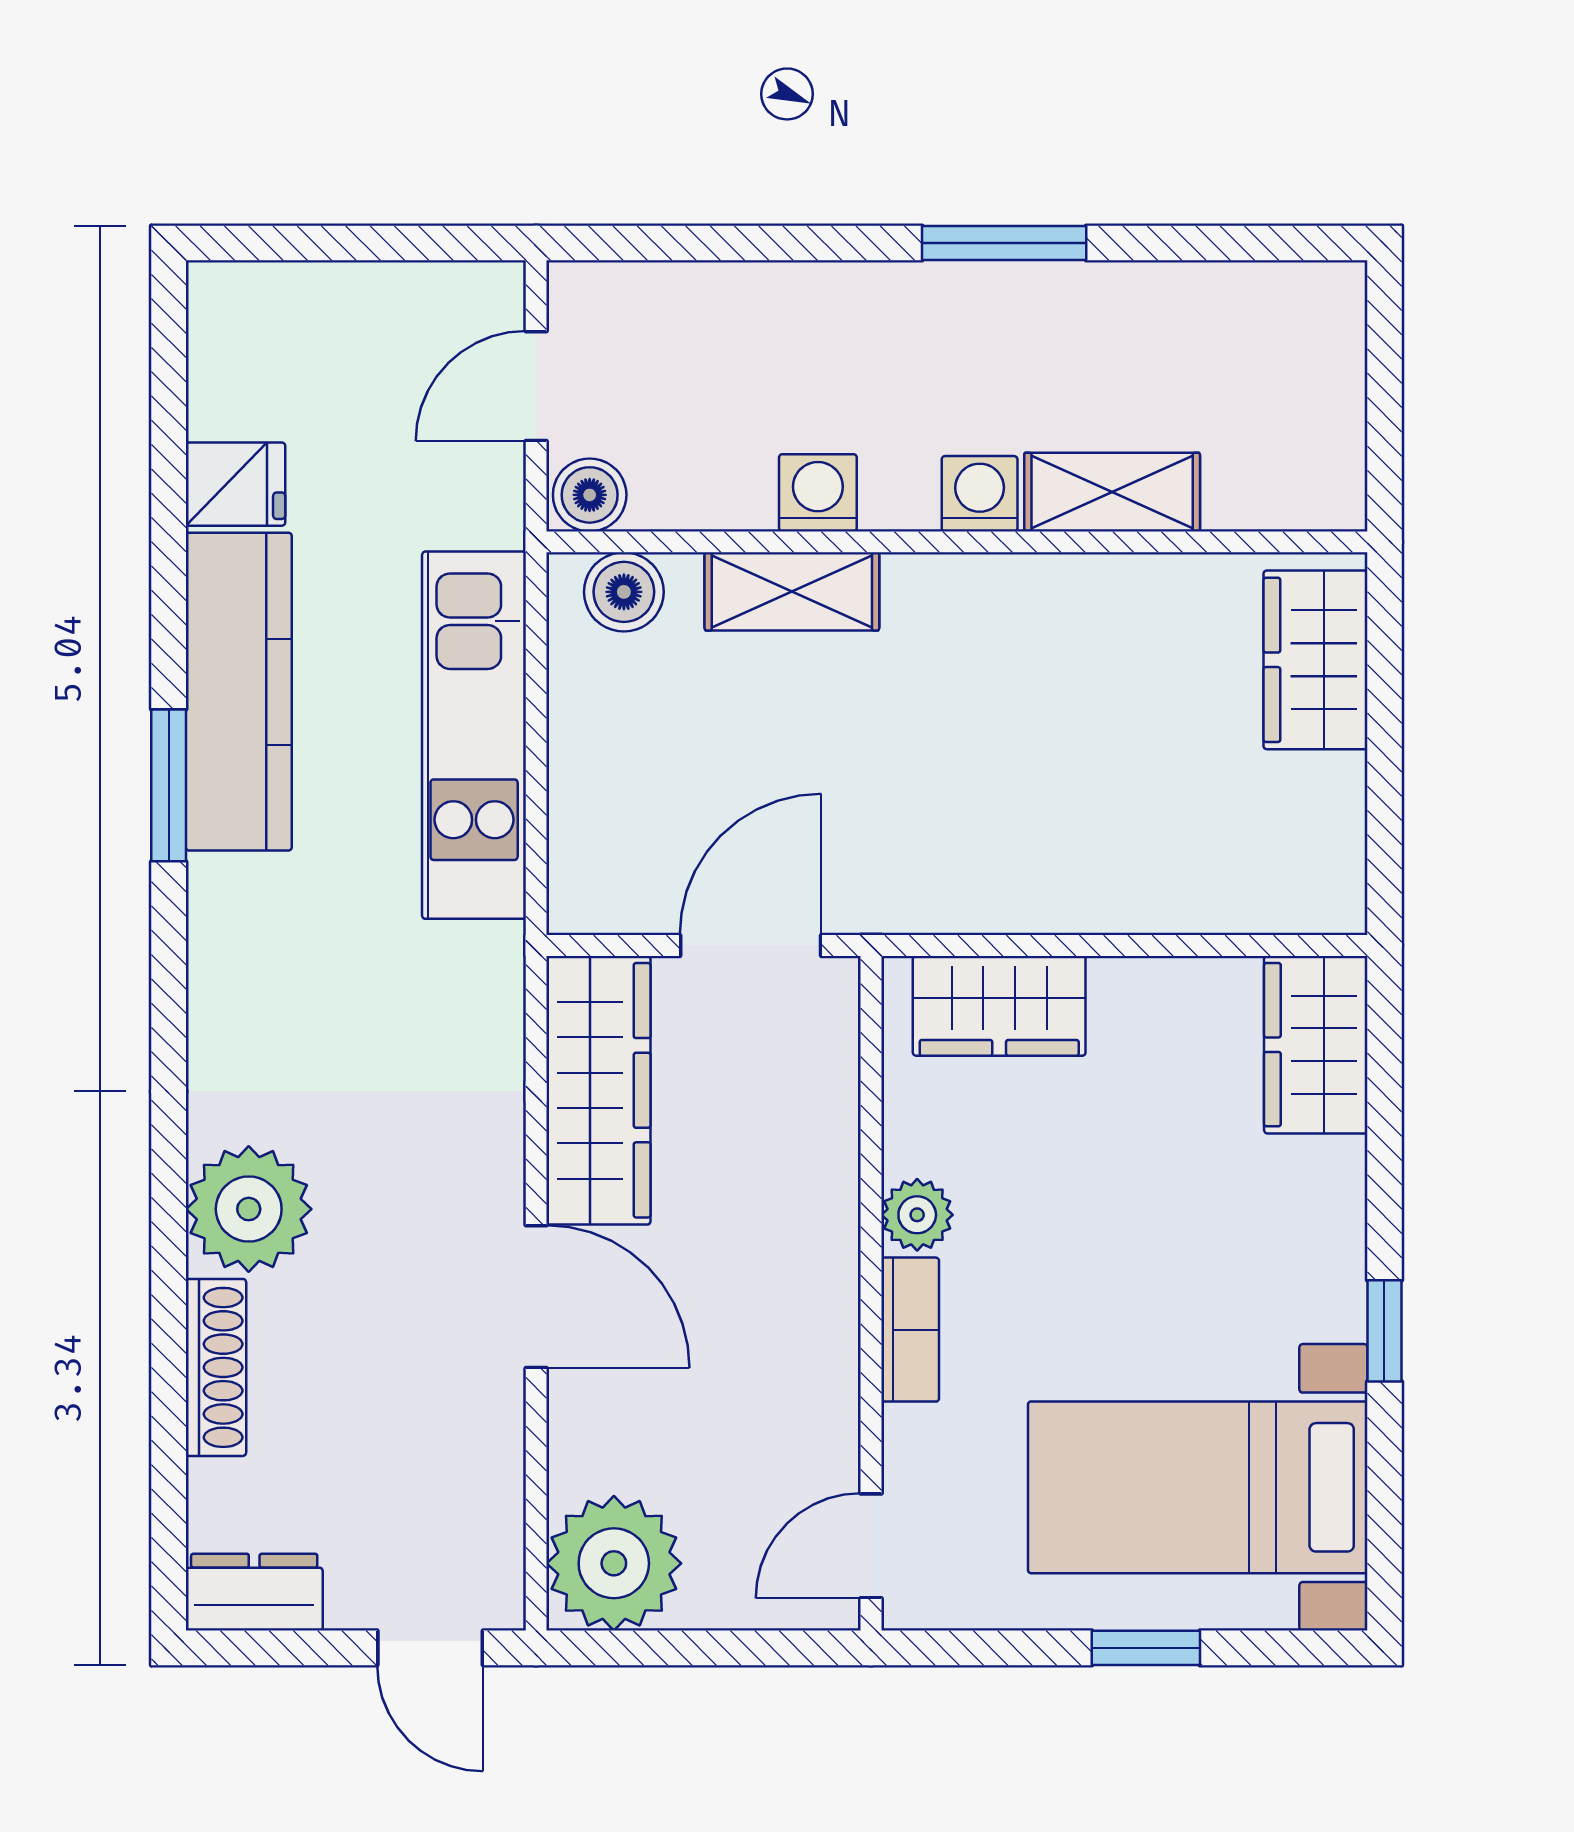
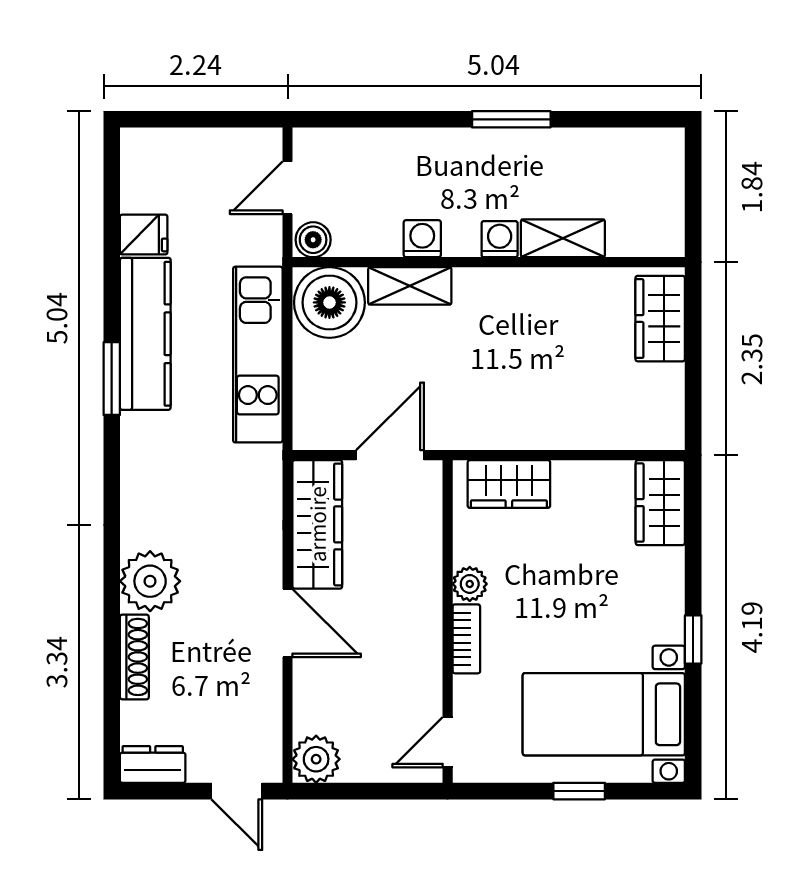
boiler: (624, 592) -> (329, 302), width x1.86, depth x1.86
plant: (614, 1563) -> (316, 759), width x0.73, depth x0.73

